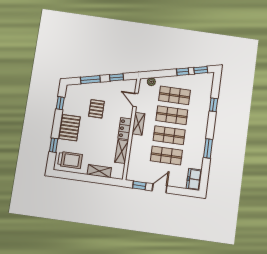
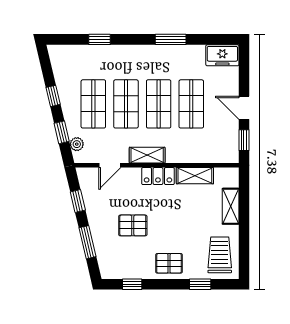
window: (201, 70) -> (62, 132), moved
pallet: (70, 128) -> (169, 263), width x0.67, depth x0.71

